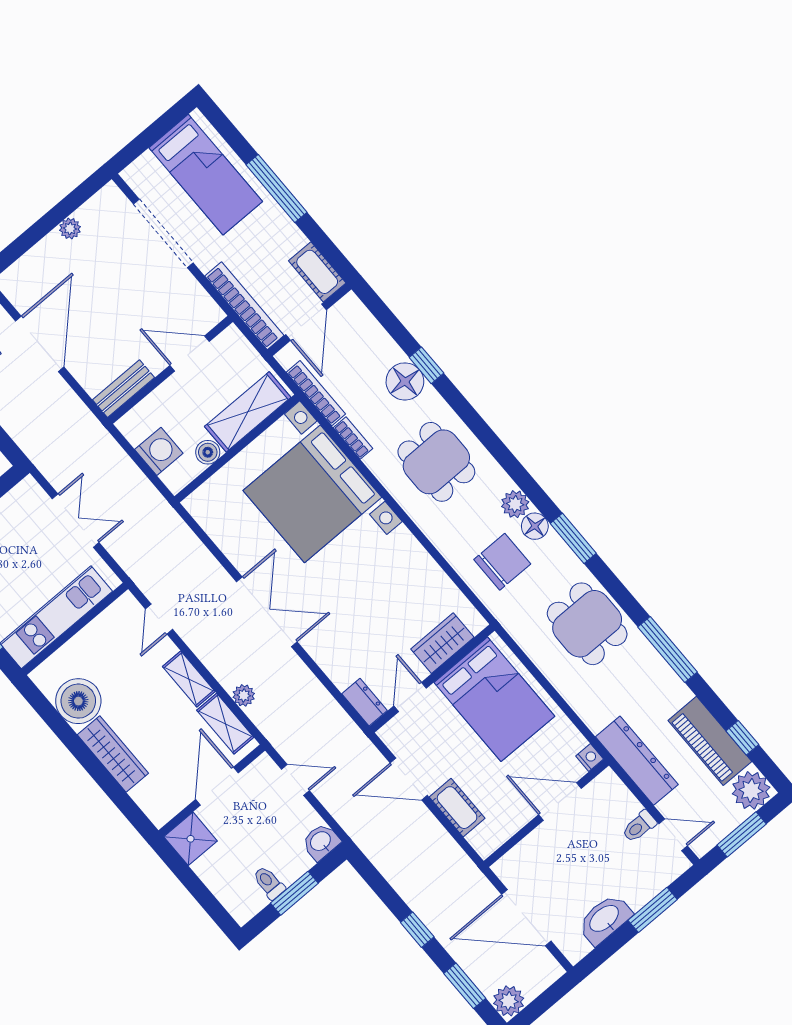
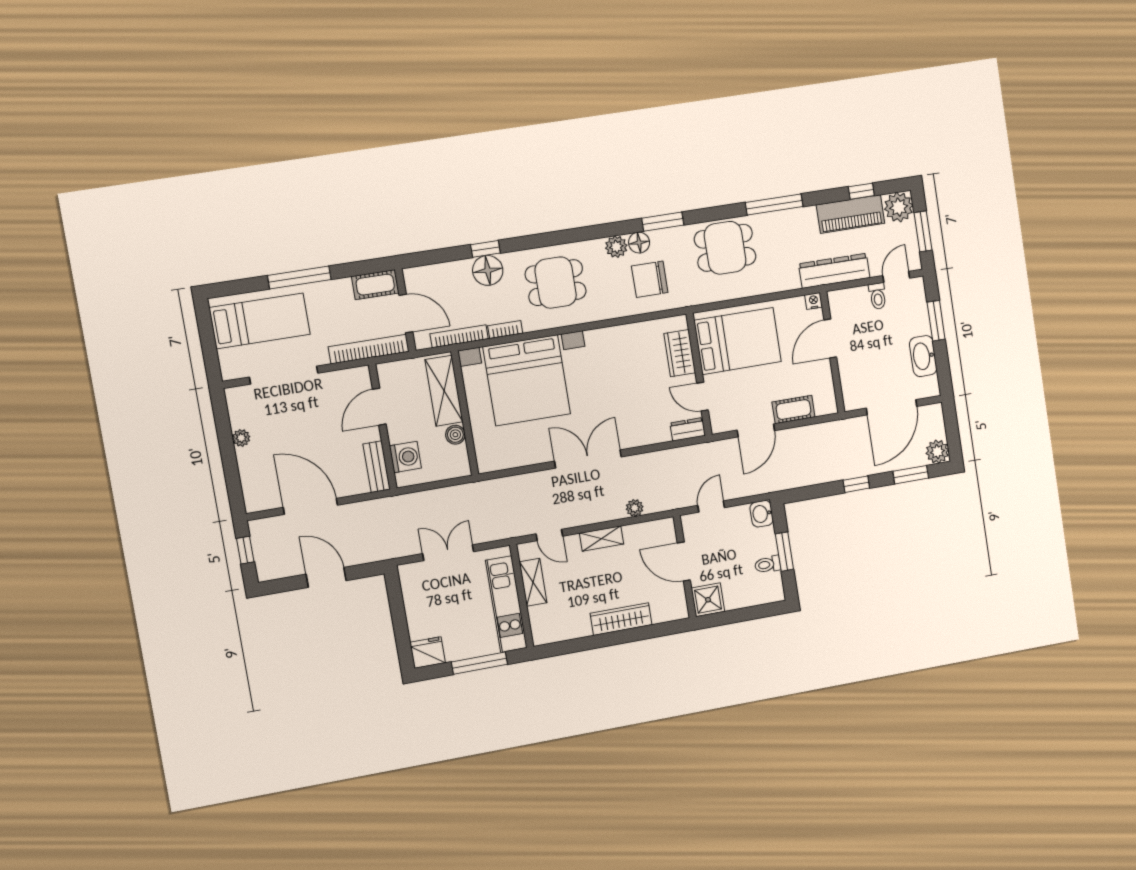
washing machine: (159, 451) -> (405, 457), moved, turned 90
chair: (502, 562) -> (650, 279), turned -90
boiler: (78, 701) -> (572, 622), removed
shelving: (225, 724) -> (533, 582), moved, turned 90

